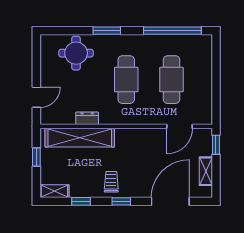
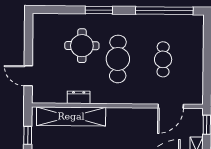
round table: (76, 53) -> (82, 46), moved
cafe table: (172, 80) -> (163, 59), width x0.73, depth x0.74
door: (36, 97) -> (28, 76), swing flipped

